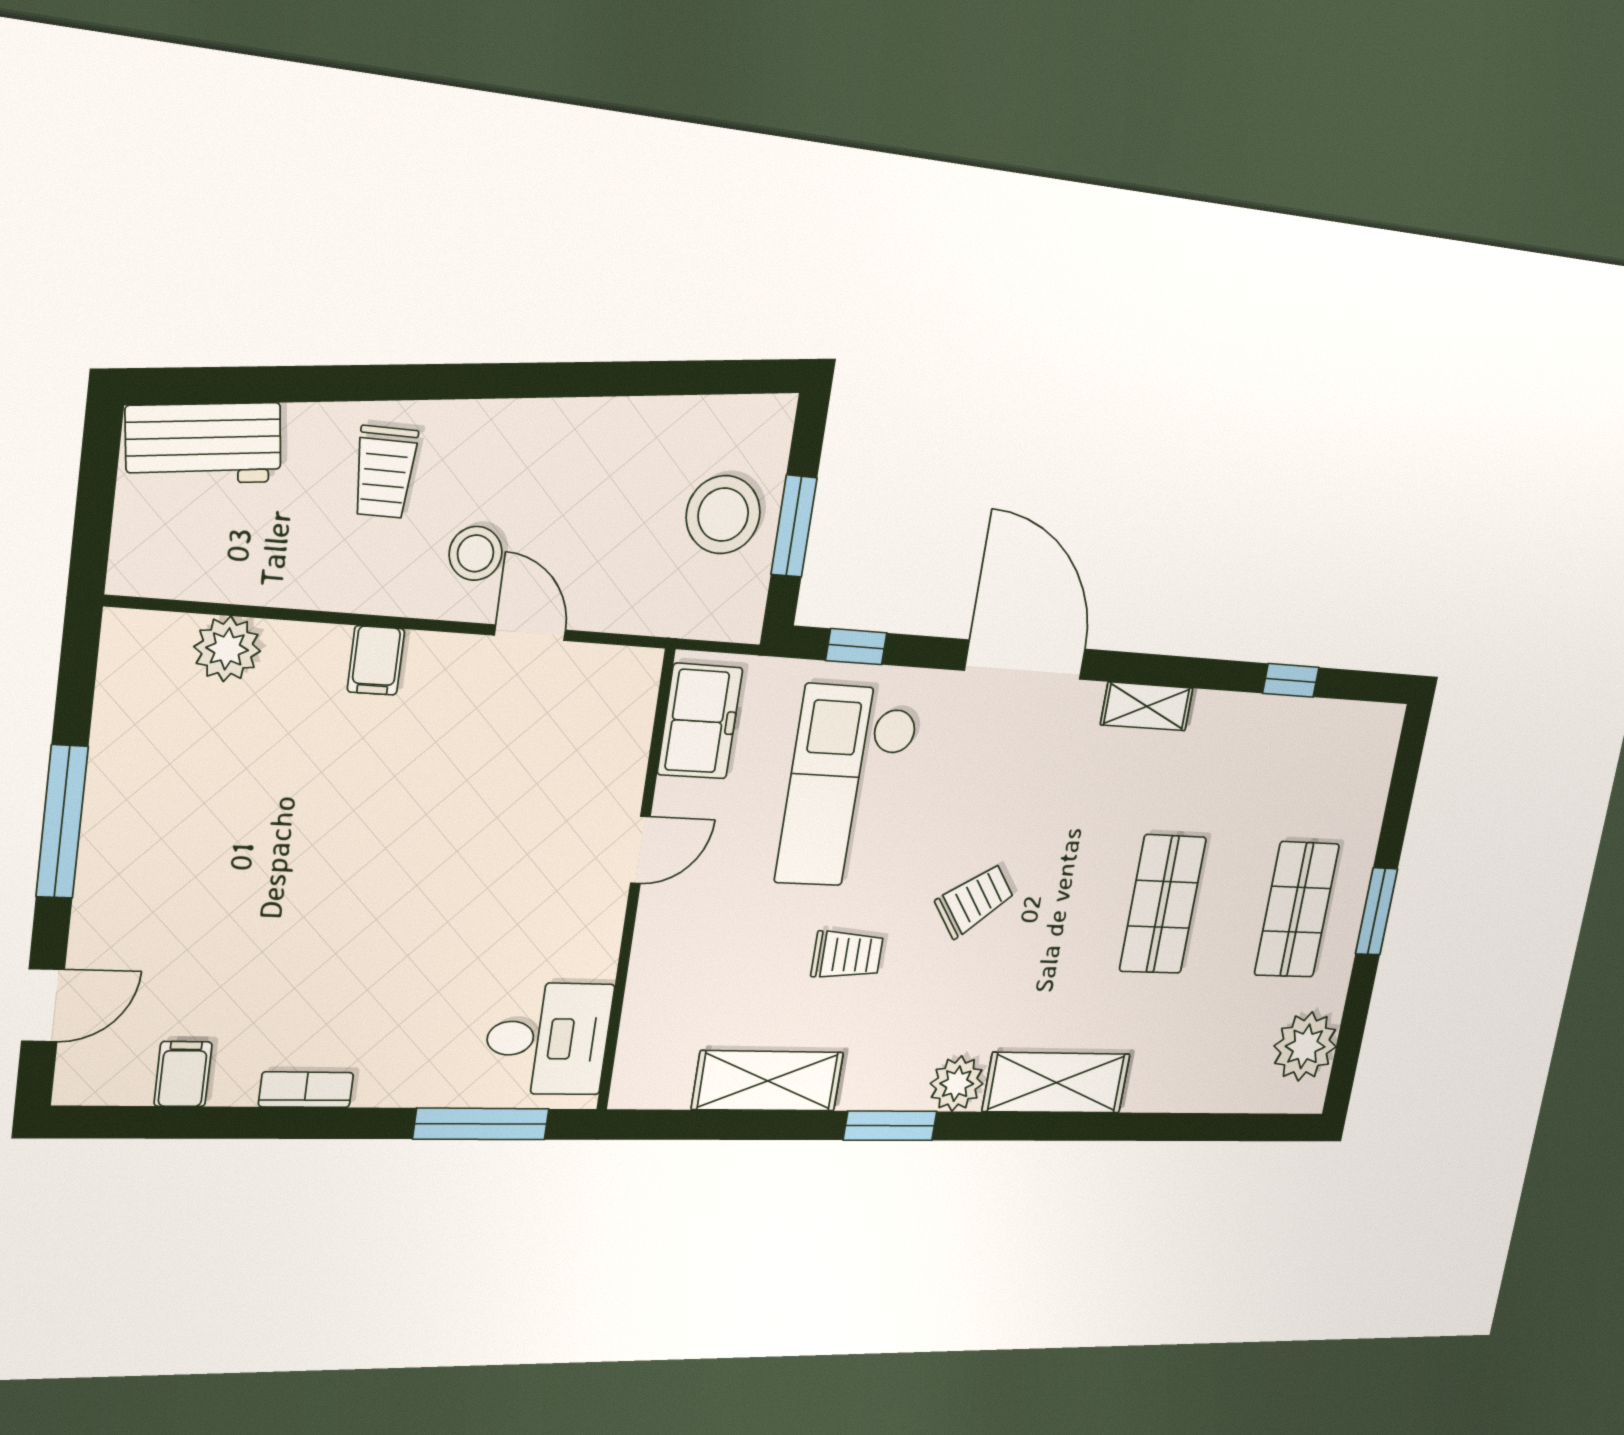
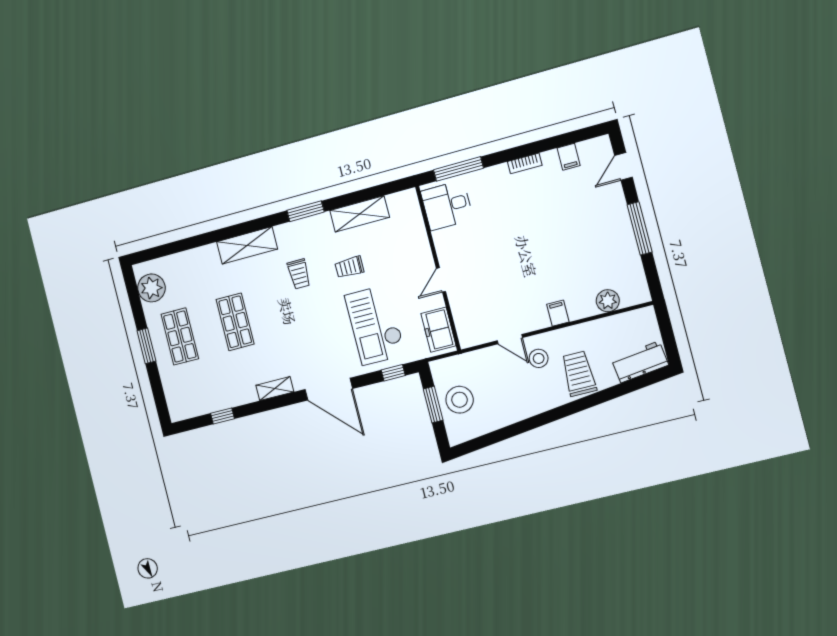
trolley: (385, 472) -> (579, 374), width x1.36, depth x1.39
checkout: (848, 787) -> (375, 325), turned 180
trolley: (975, 900) -> (299, 274), moved, turned -54
plant: (957, 1084) -> (286, 234), removed

